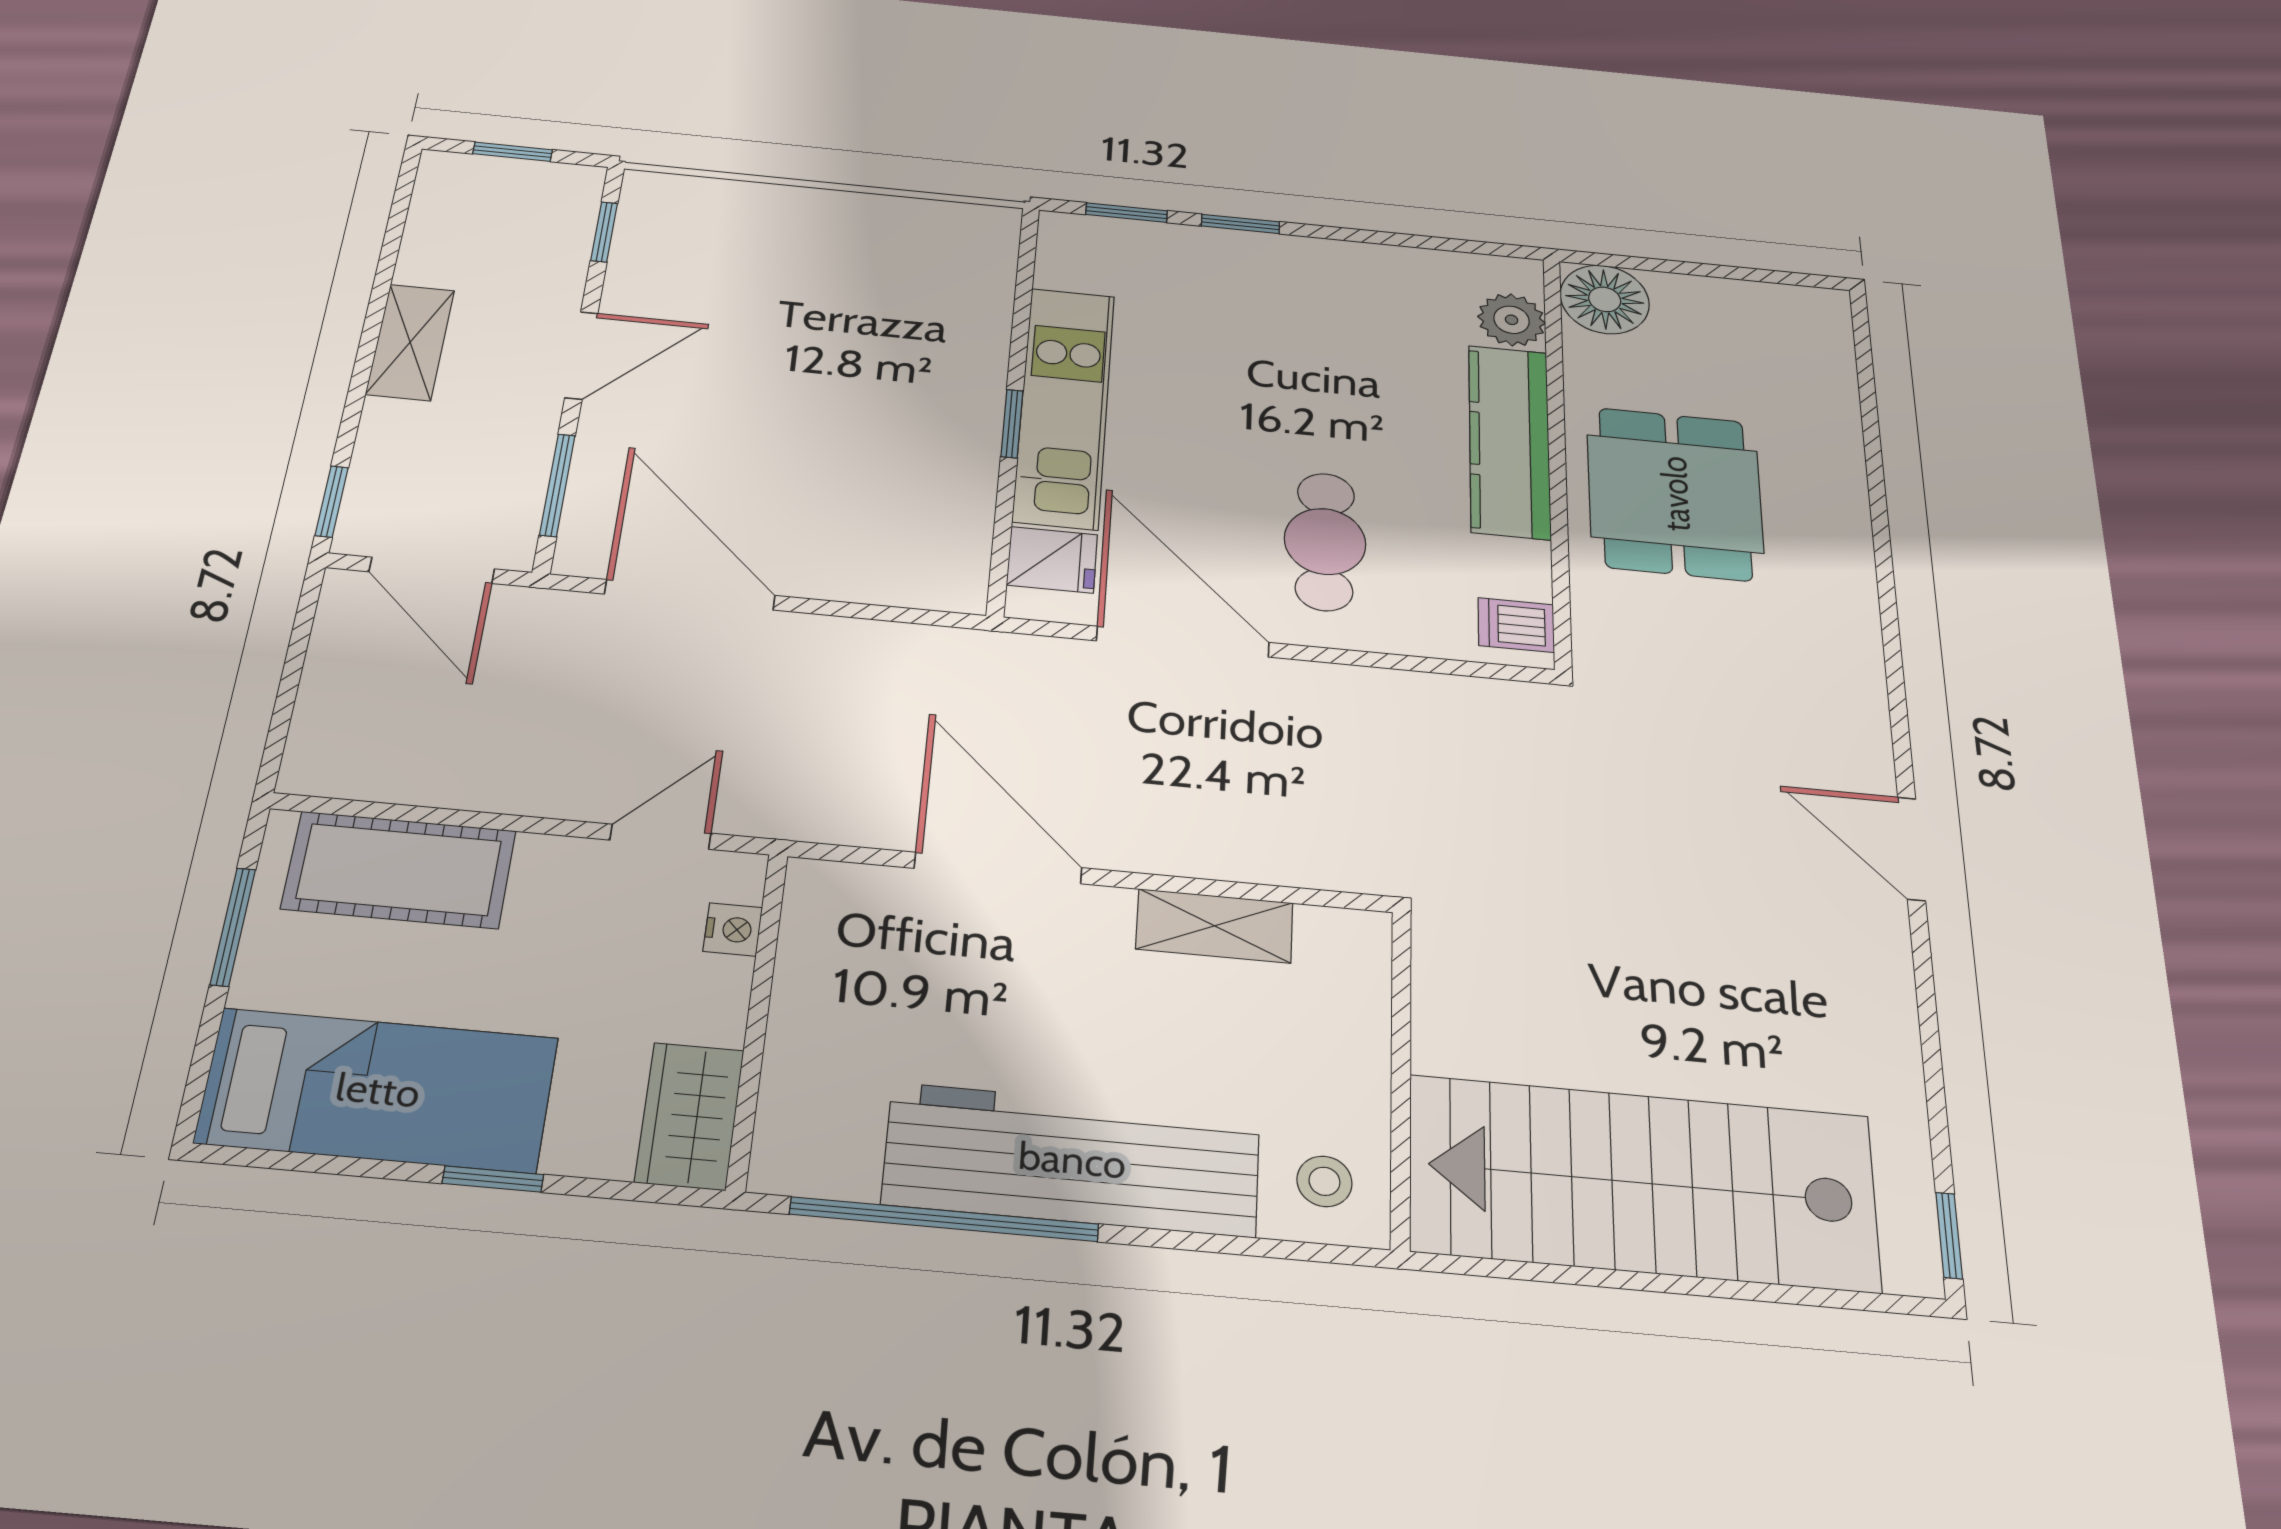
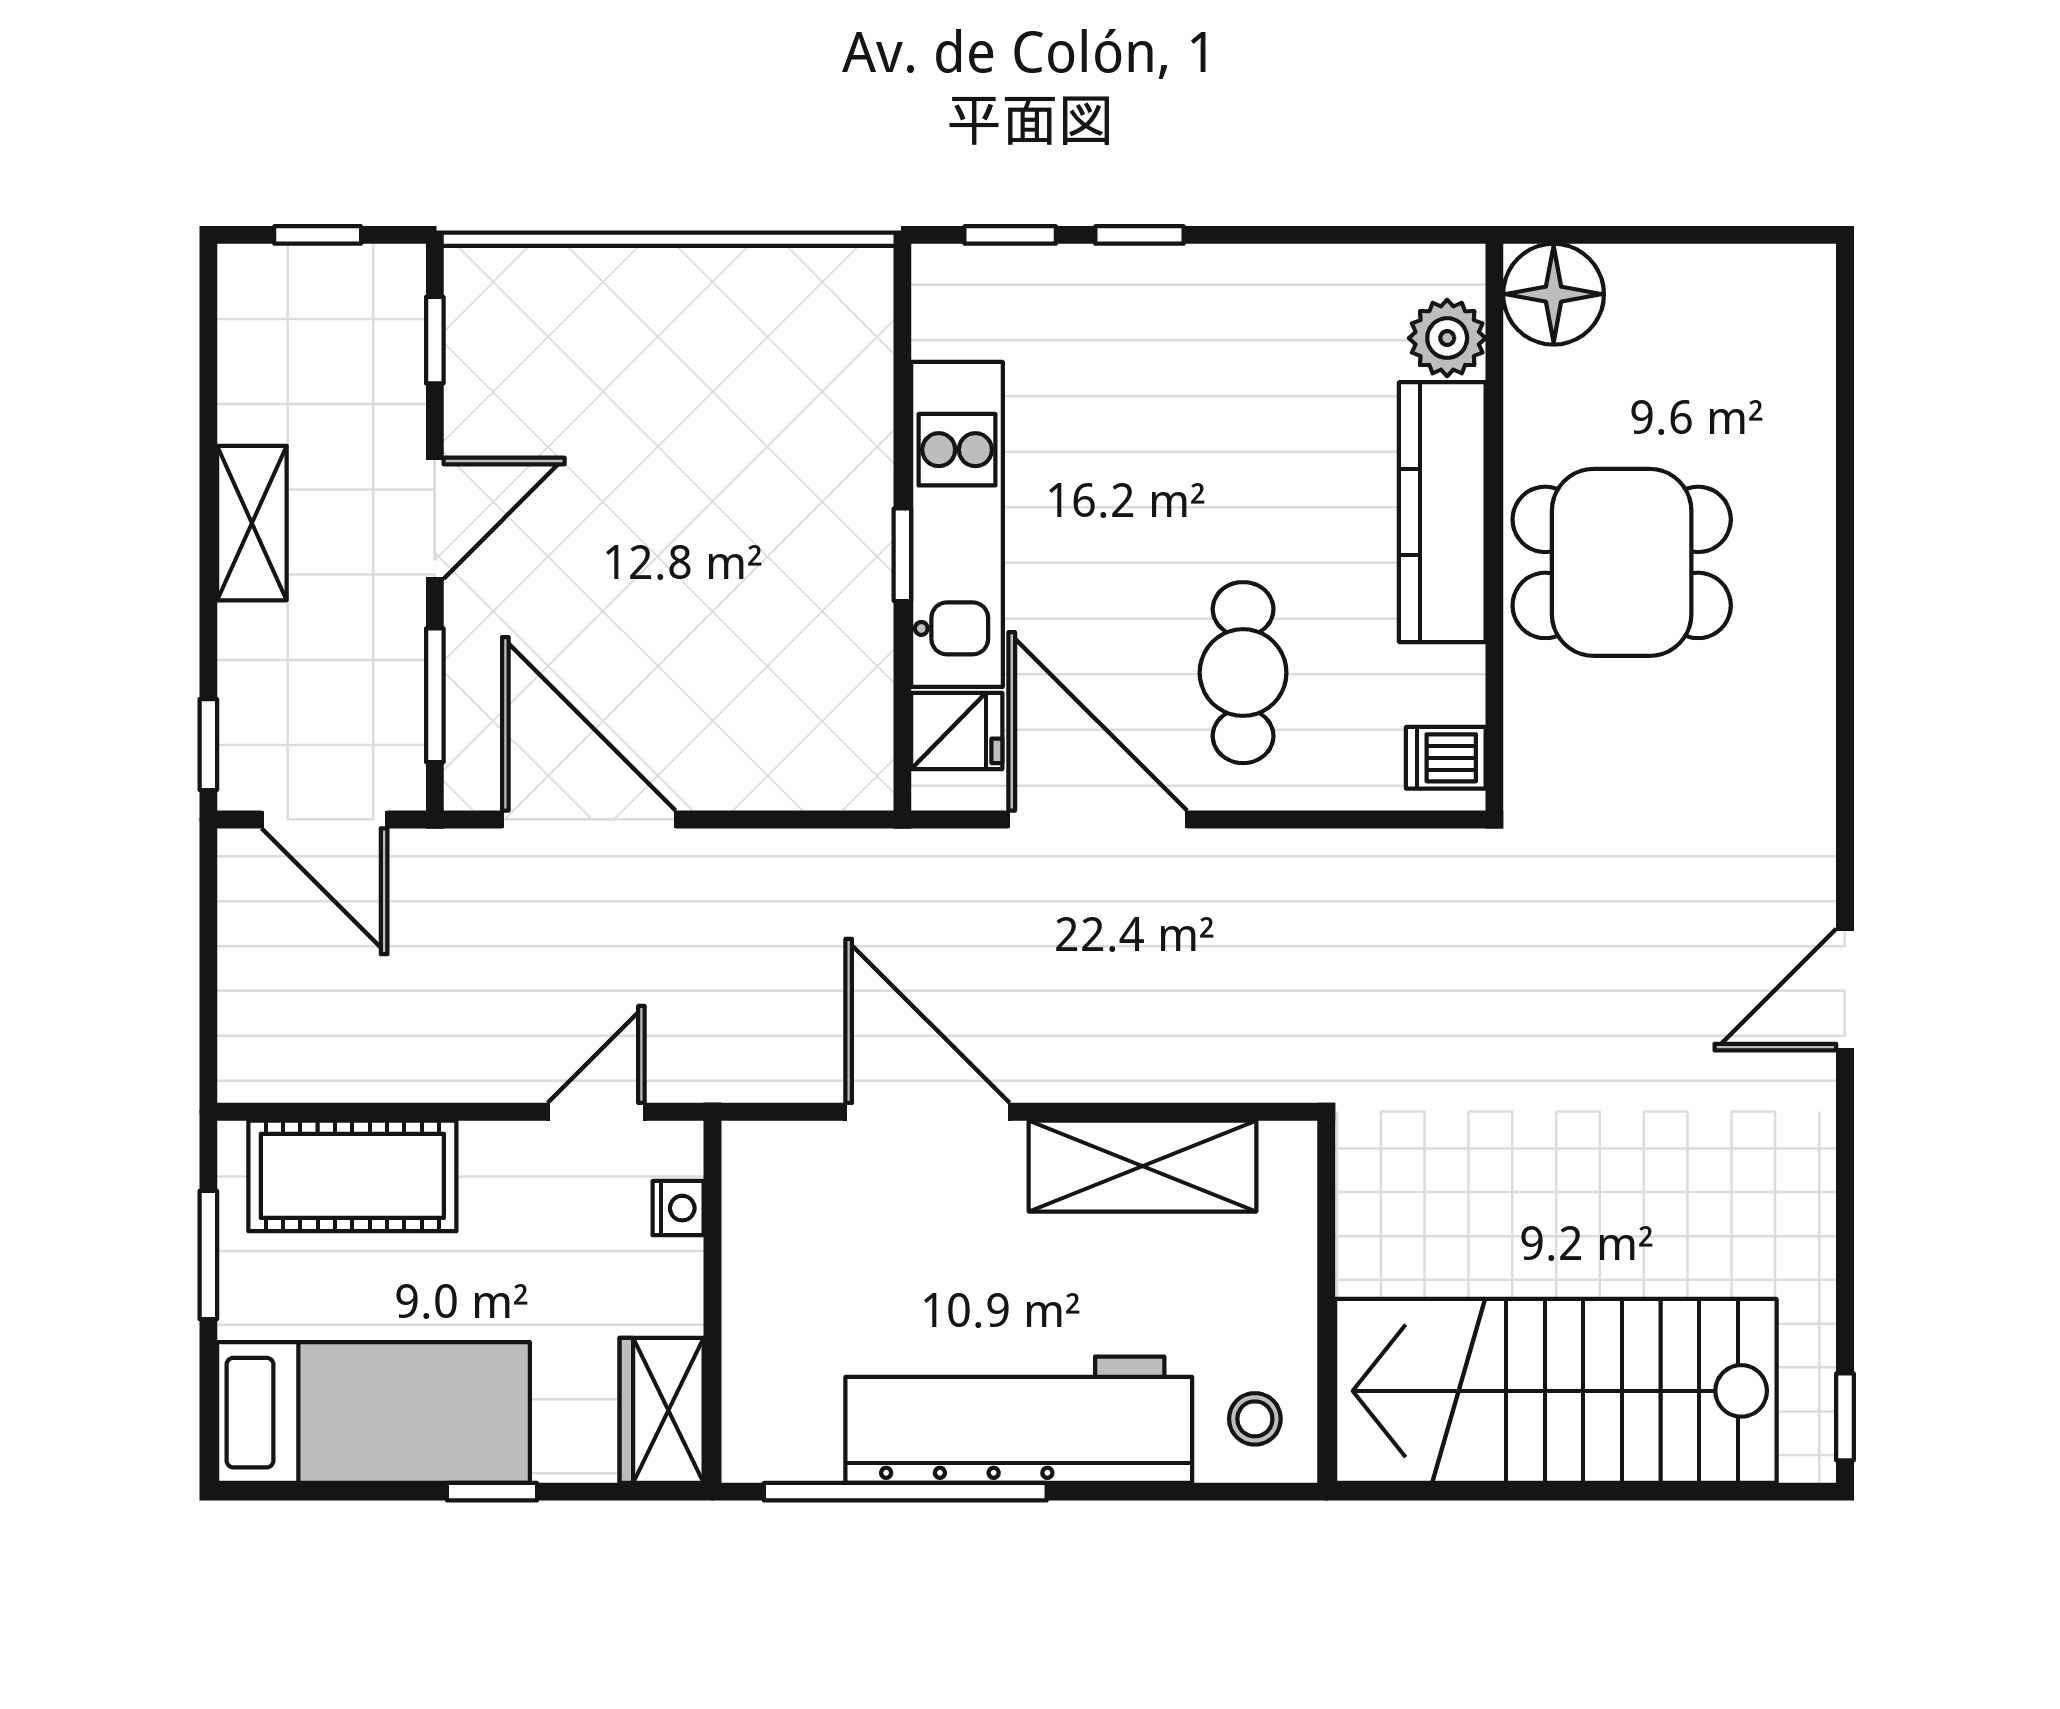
dining table: (1675, 494) -> (1622, 562), turned 90
door: (1912, 849) -> (1845, 990), hinge flipped
shelving: (1215, 926) -> (1142, 1166), width x1.50, depth x1.33

